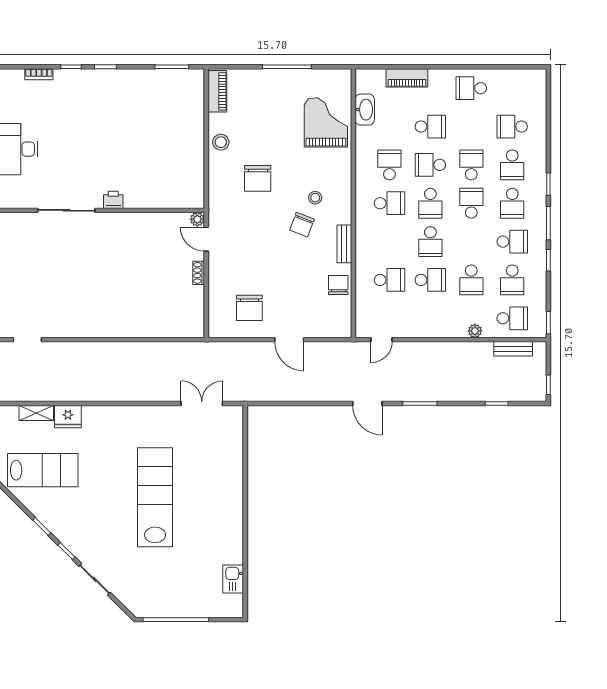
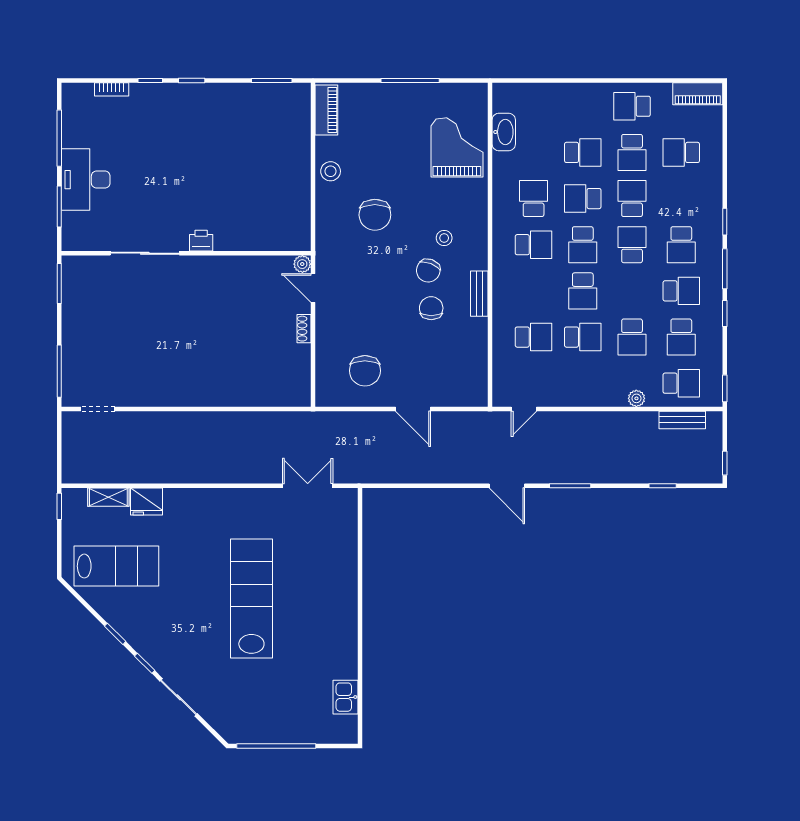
piano: (407, 78) -> (698, 94), moved
school desk: (512, 165) -> (632, 152), moved
chair: (338, 285) -> (431, 308), moved

